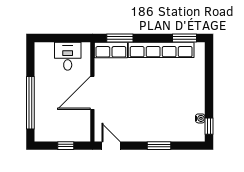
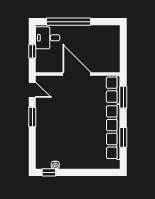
window: (184, 38) -> (123, 137), moved
desk: (68, 56) -> (48, 38), moved, turned 180
door: (111, 146) -> (32, 90), hinge flipped
window: (159, 146) -> (32, 117), moved

